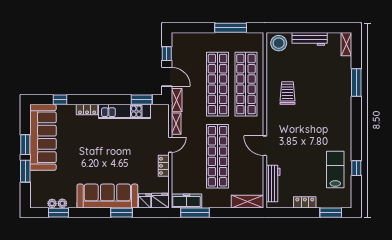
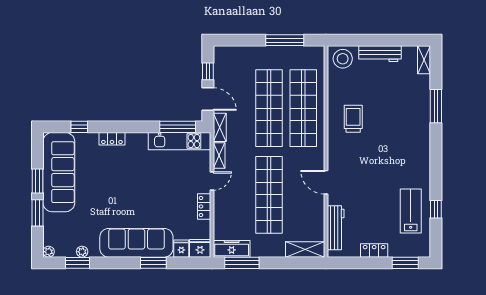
window: (142, 100) -> (178, 127), width x1.44
kitchen unit: (124, 111) -> (180, 141), moved
plant: (52, 203) -> (49, 252), moved

